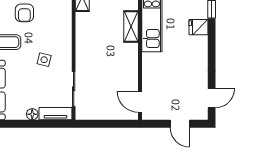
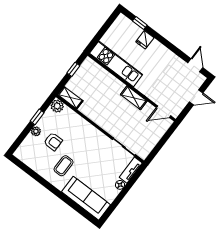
shelving: (131, 27) -> (134, 98), moved
side table: (44, 60) -> (92, 152), removed

